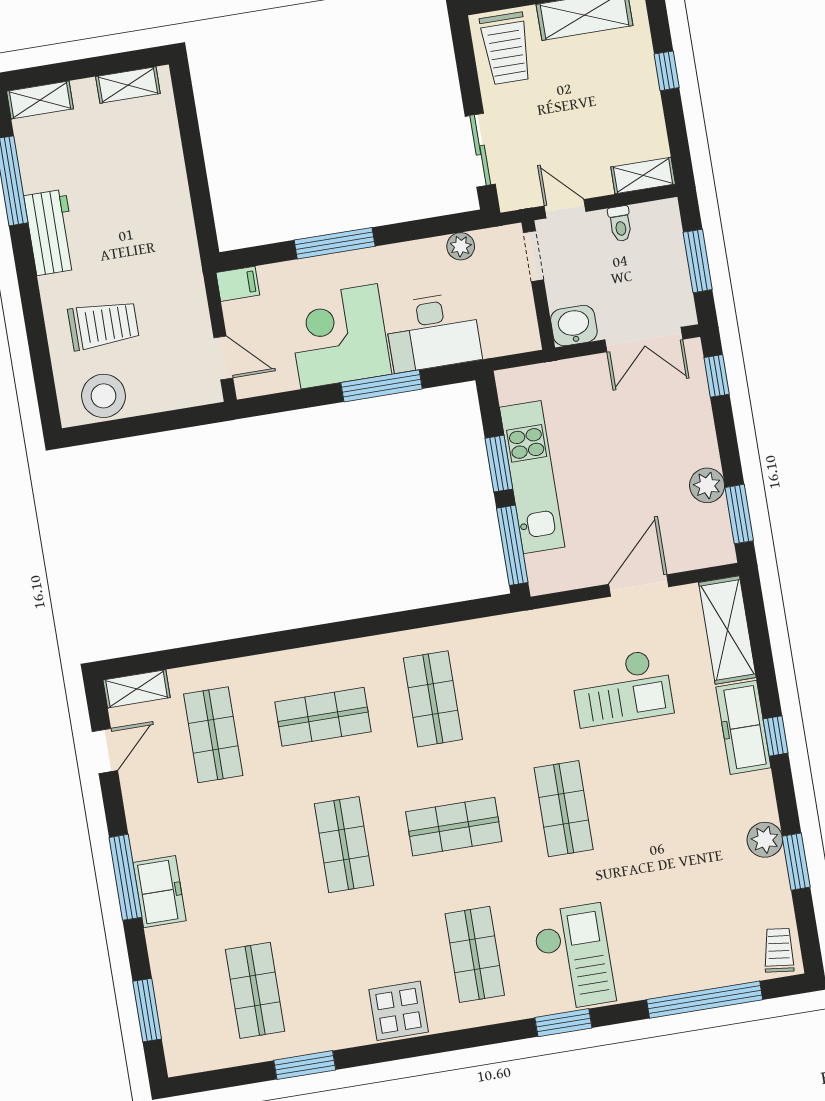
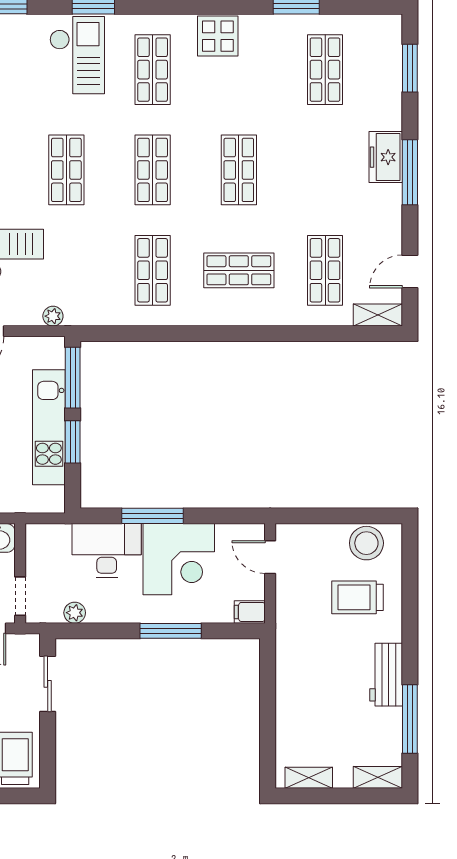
plant: (550, 620) -> (53, 316), added
shop shelf: (454, 827) -> (153, 170), turned 90
checkout: (574, 957) -> (77, 55), turned 180

